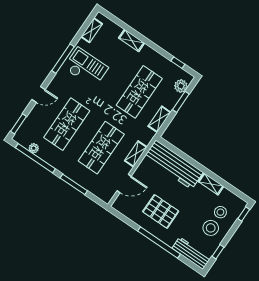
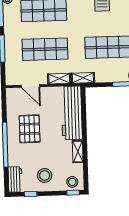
shelving: (159, 119) -> (83, 78), moved
stool: (220, 212) -> (72, 182), moved
workbench: (191, 253) -> (15, 179), width x0.73

